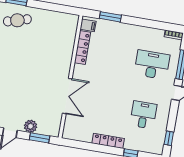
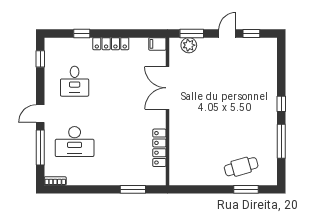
filing cabinet: (88, 25) -> (157, 44), moved
plant: (31, 126) -> (189, 45), moved

